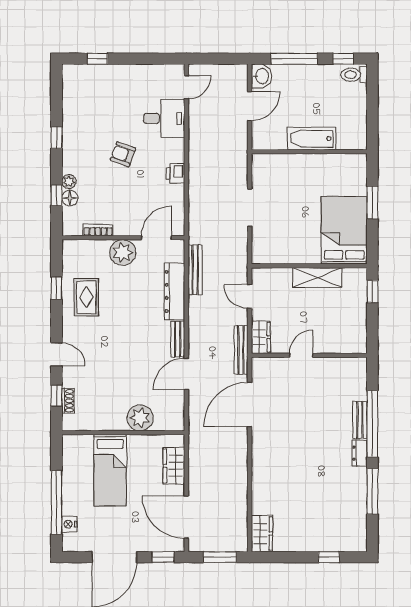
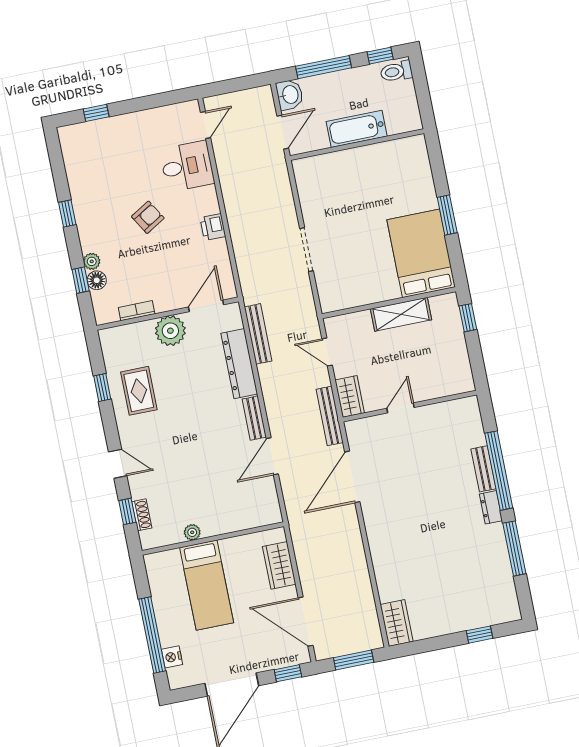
bathtub: (311, 139) -> (357, 129), moved
wall: (309, 152) -> (357, 145), moved
armchair: (123, 154) -> (148, 217), turned 128
plant: (140, 418) -> (192, 532), moved, width x0.53, depth x0.53

